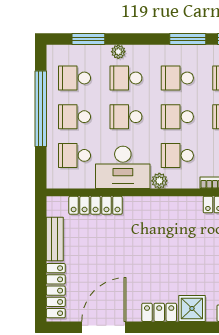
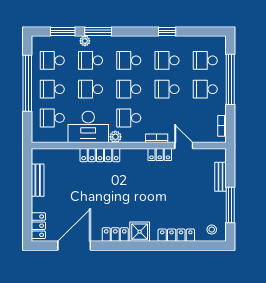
window: (188, 39) -> (98, 31), moved
locker: (96, 205) -> (100, 155), moved
locker: (56, 291) -> (38, 226), width x0.66

